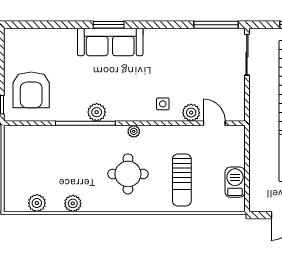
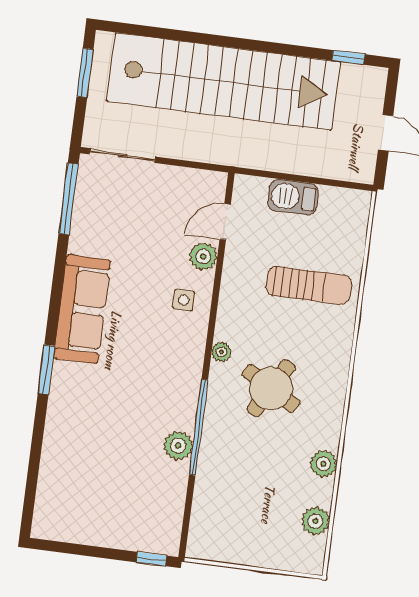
sofa: (110, 42) -> (82, 309), moved
armchair: (31, 90) -> (134, 507), removed
plant: (97, 112) -> (178, 445), moved
round table: (128, 174) -> (271, 388), moved, turned 30
barbecue: (235, 182) -> (293, 197), moved

